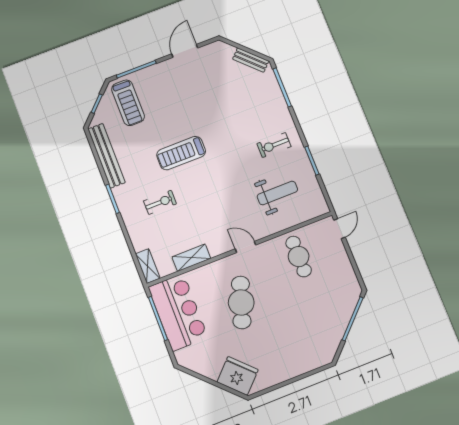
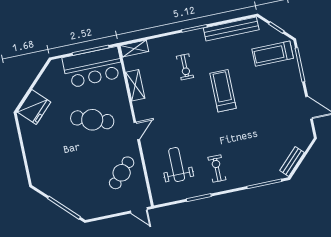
weight bench: (277, 193) -> (177, 165), turned 180
cafe table: (299, 257) -> (122, 173), turned -47

